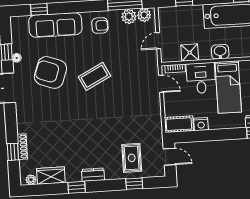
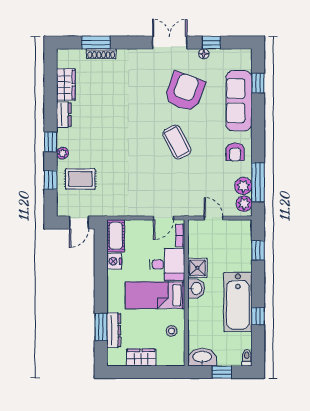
shower: (190, 53) -> (197, 268), moved
window: (13, 152) -> (96, 43), width x1.50
dresser: (93, 175) -> (64, 115), moved
plant: (31, 180) -> (63, 153), moved
window: (77, 187) -> (50, 142), moved

